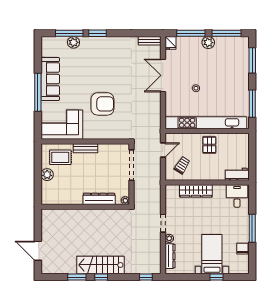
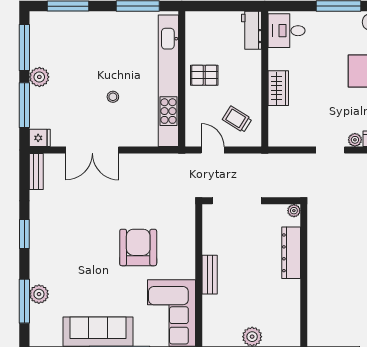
window: (98, 33) -> (24, 234), moved
rug: (60, 157) -> (224, 315), removed
wardrobe: (196, 191) -> (278, 88), width x0.67

